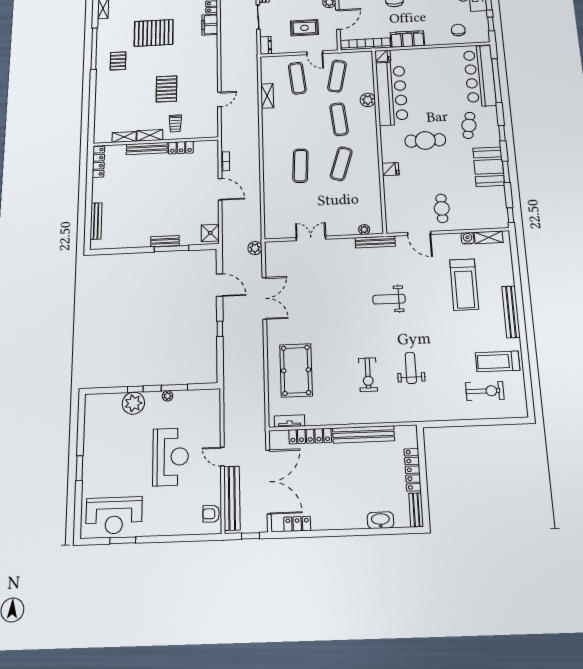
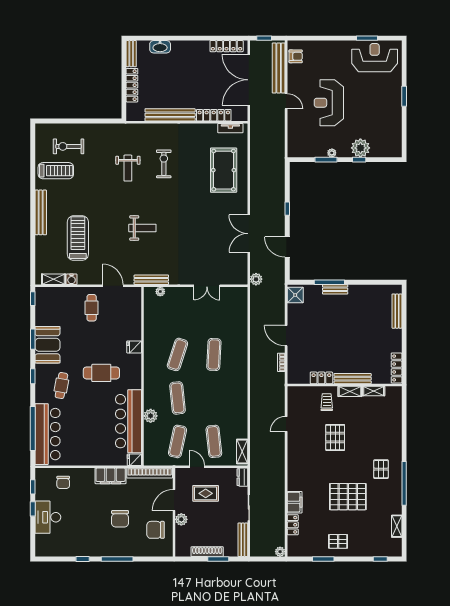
shelving: (267, 96) -> (242, 451), moved
locker: (297, 524) -> (227, 46), width x1.53

